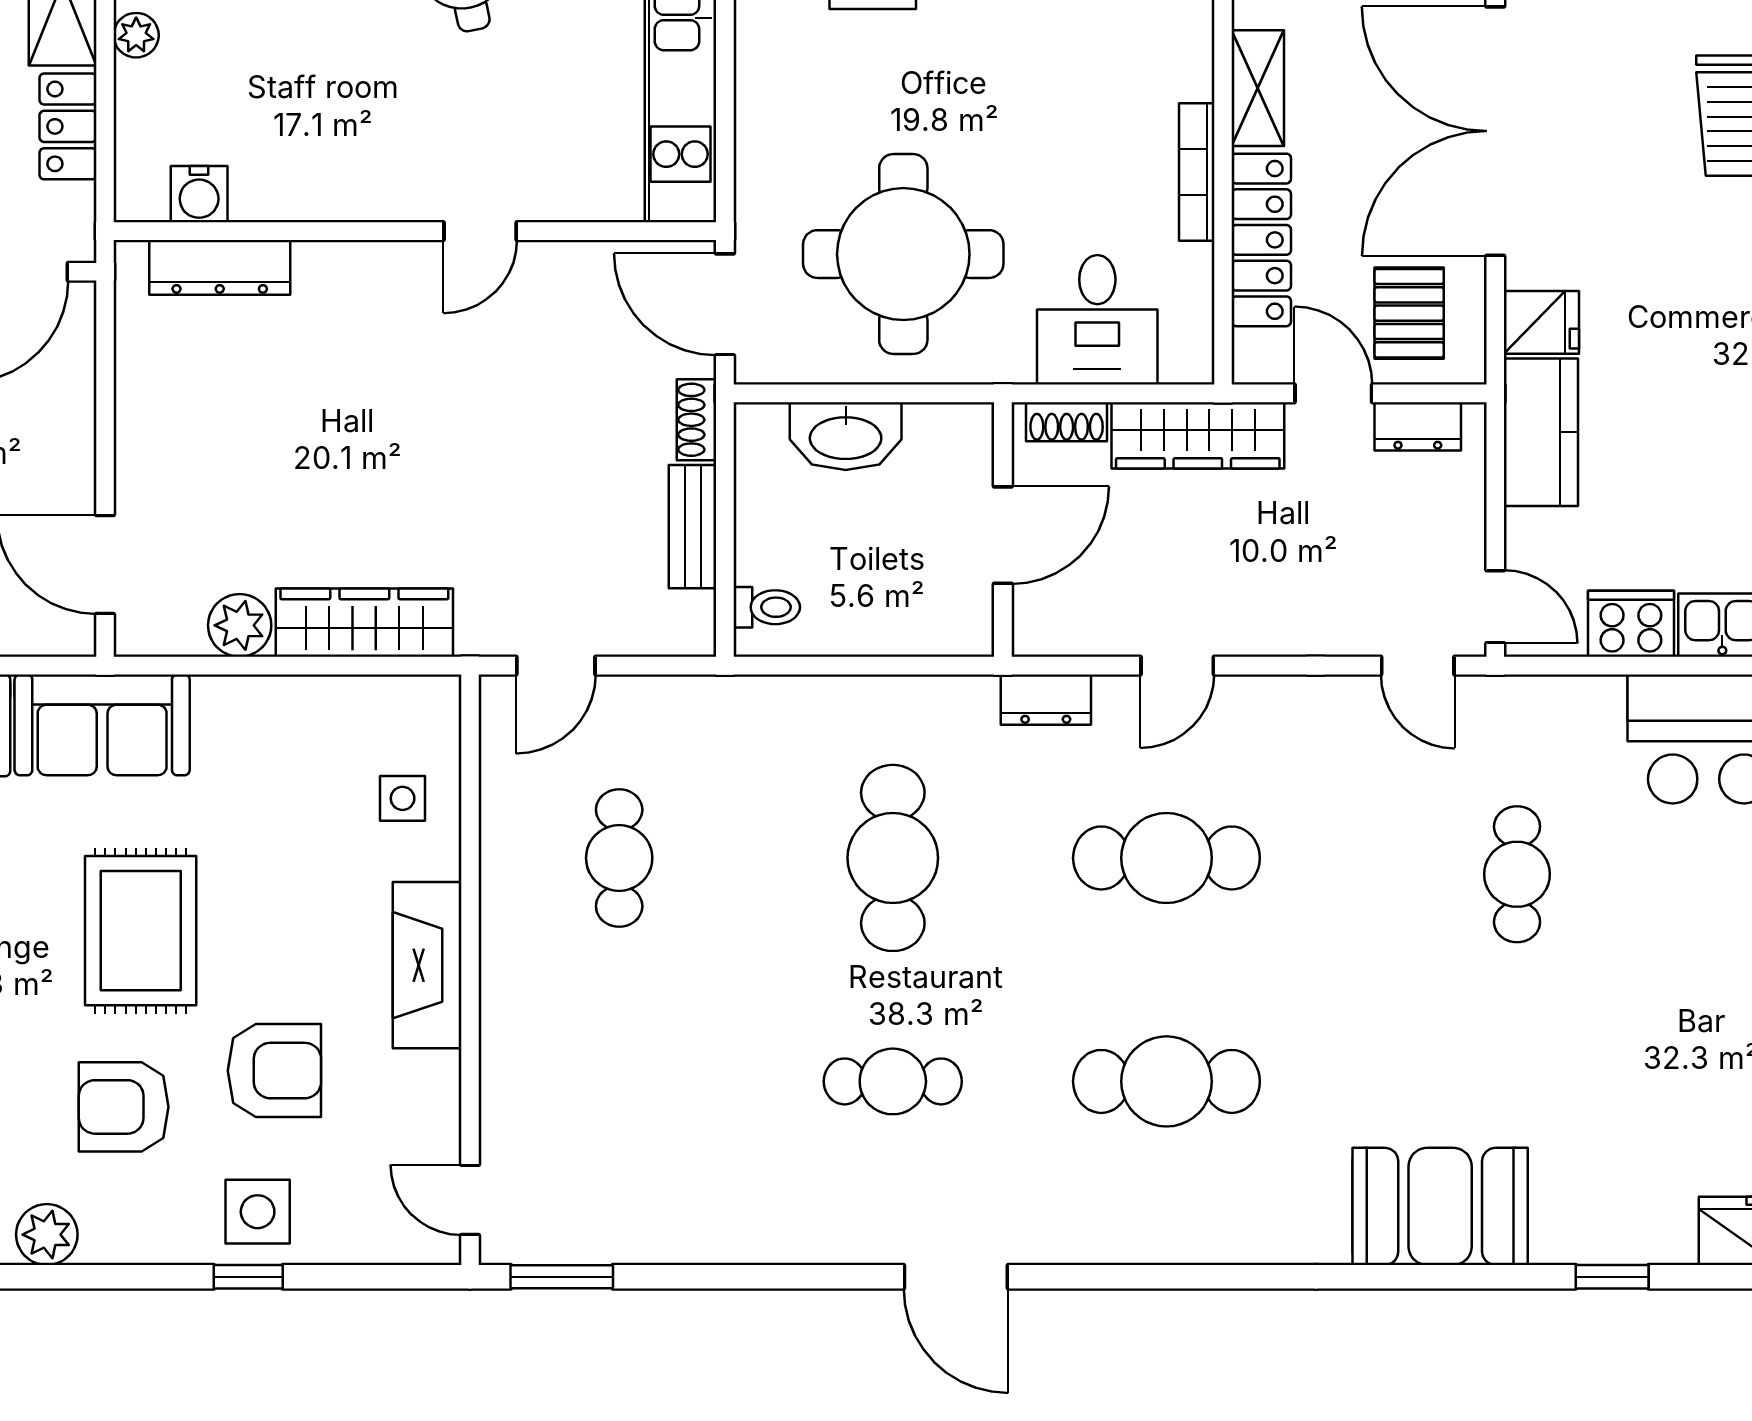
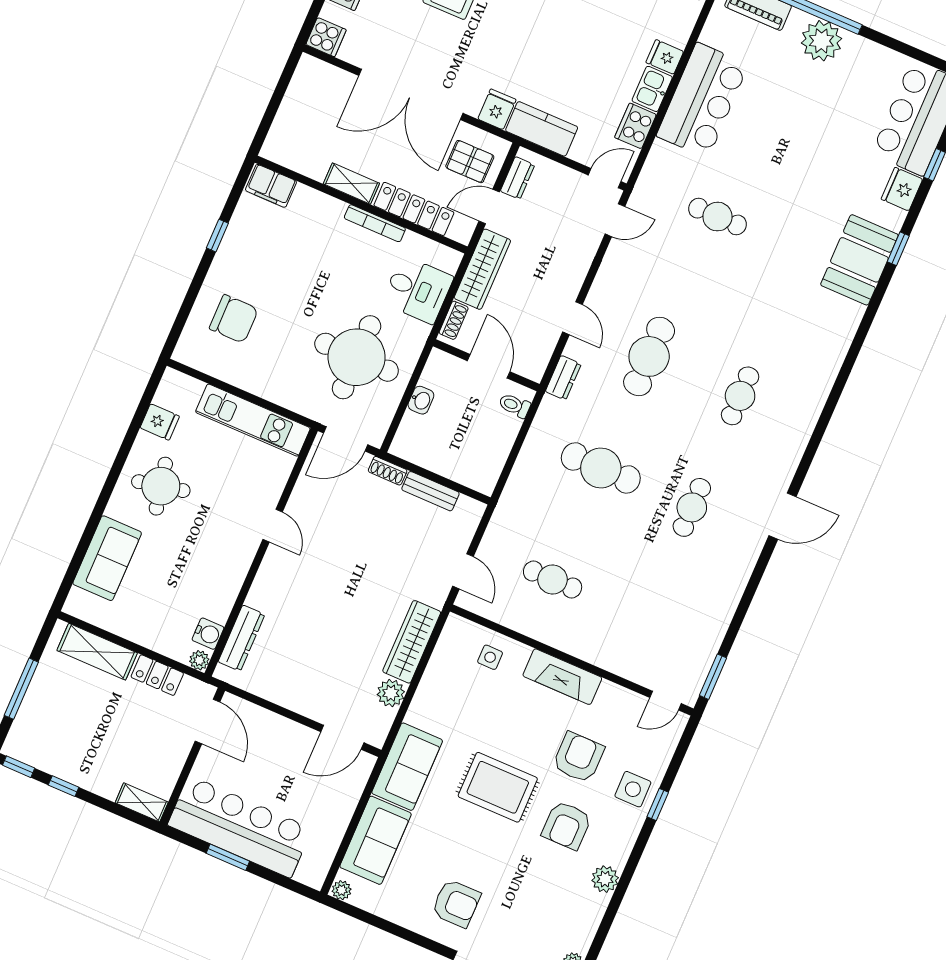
plant: (136, 35) -> (199, 660), moved
washbasin: (846, 436) -> (421, 400), width x0.52, depth x0.69
toilet: (767, 607) -> (515, 405), moved, turned -90
cafe table: (1166, 1081) -> (740, 396), width x0.73, depth x0.74
booth: (1440, 1206) -> (859, 260), moved

